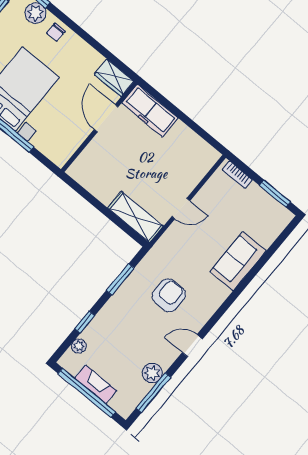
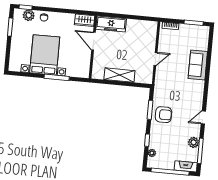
shelving: (135, 217) -> (119, 75), moved
armchair: (169, 295) -> (163, 115), moved, turned 90
fireplace: (96, 384) -> (186, 166), moved

